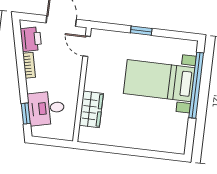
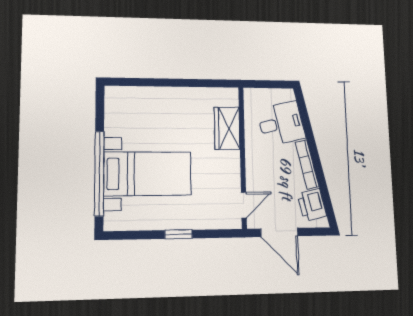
door: (87, 46) -> (244, 205), hinge flipped
bookcase: (29, 65) -> (307, 164), width x1.56
window: (26, 114) -> (304, 115), removed

